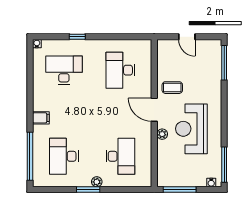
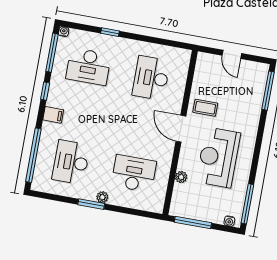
window: (30, 64) -> (52, 53), added
desk: (64, 70) -> (88, 67), turned 180
window: (30, 98) -> (45, 91), added
plant: (162, 134) -> (181, 177), moved
desk: (120, 156) -> (134, 174), turned -90

